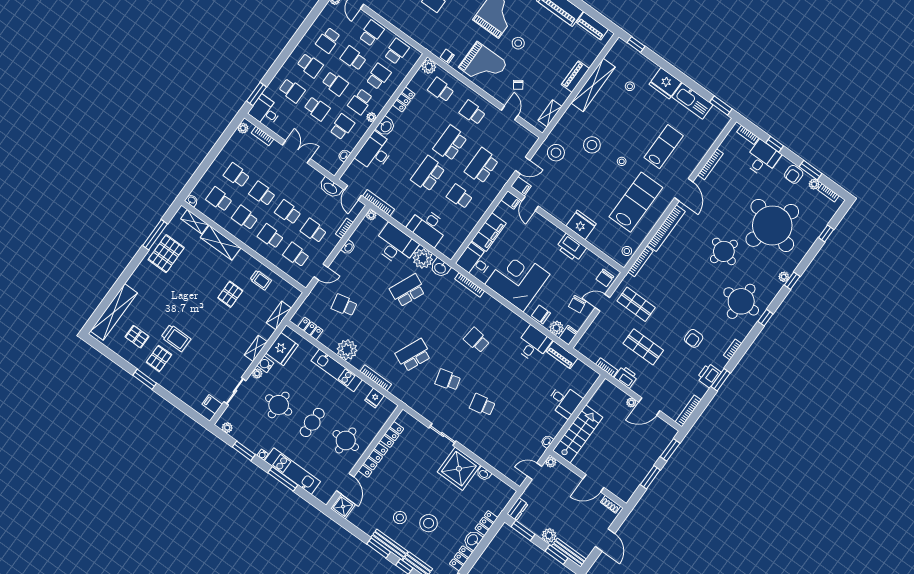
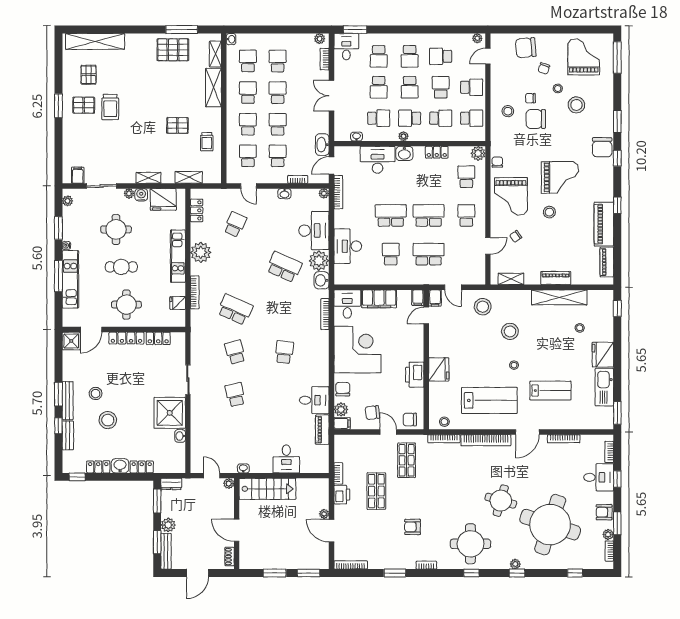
stool: (412, 18) -> (508, 111), added
double door: (296, 152) -> (331, 96), swing flipped
school desk: (344, 305) -> (235, 224), turned 36
printer: (709, 375) -> (392, 561), removed

